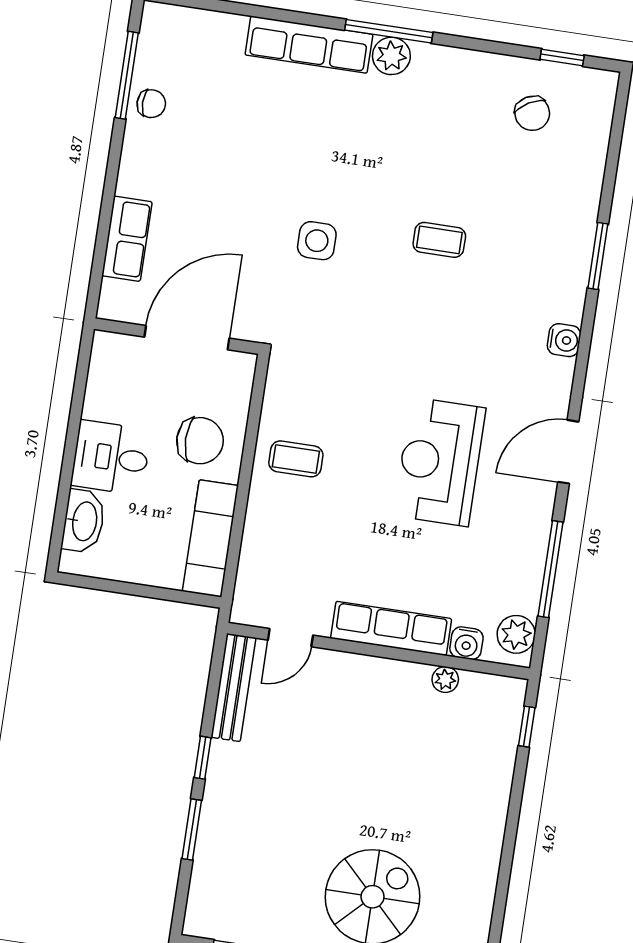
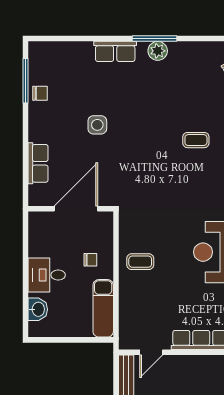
row of seats: (309, 45) -> (115, 51), width x0.68
side table: (317, 241) -> (97, 125), moved
chair: (200, 441) -> (90, 260), width x0.54, depth x0.54
washbasin: (84, 521) -> (38, 309), width x0.72

